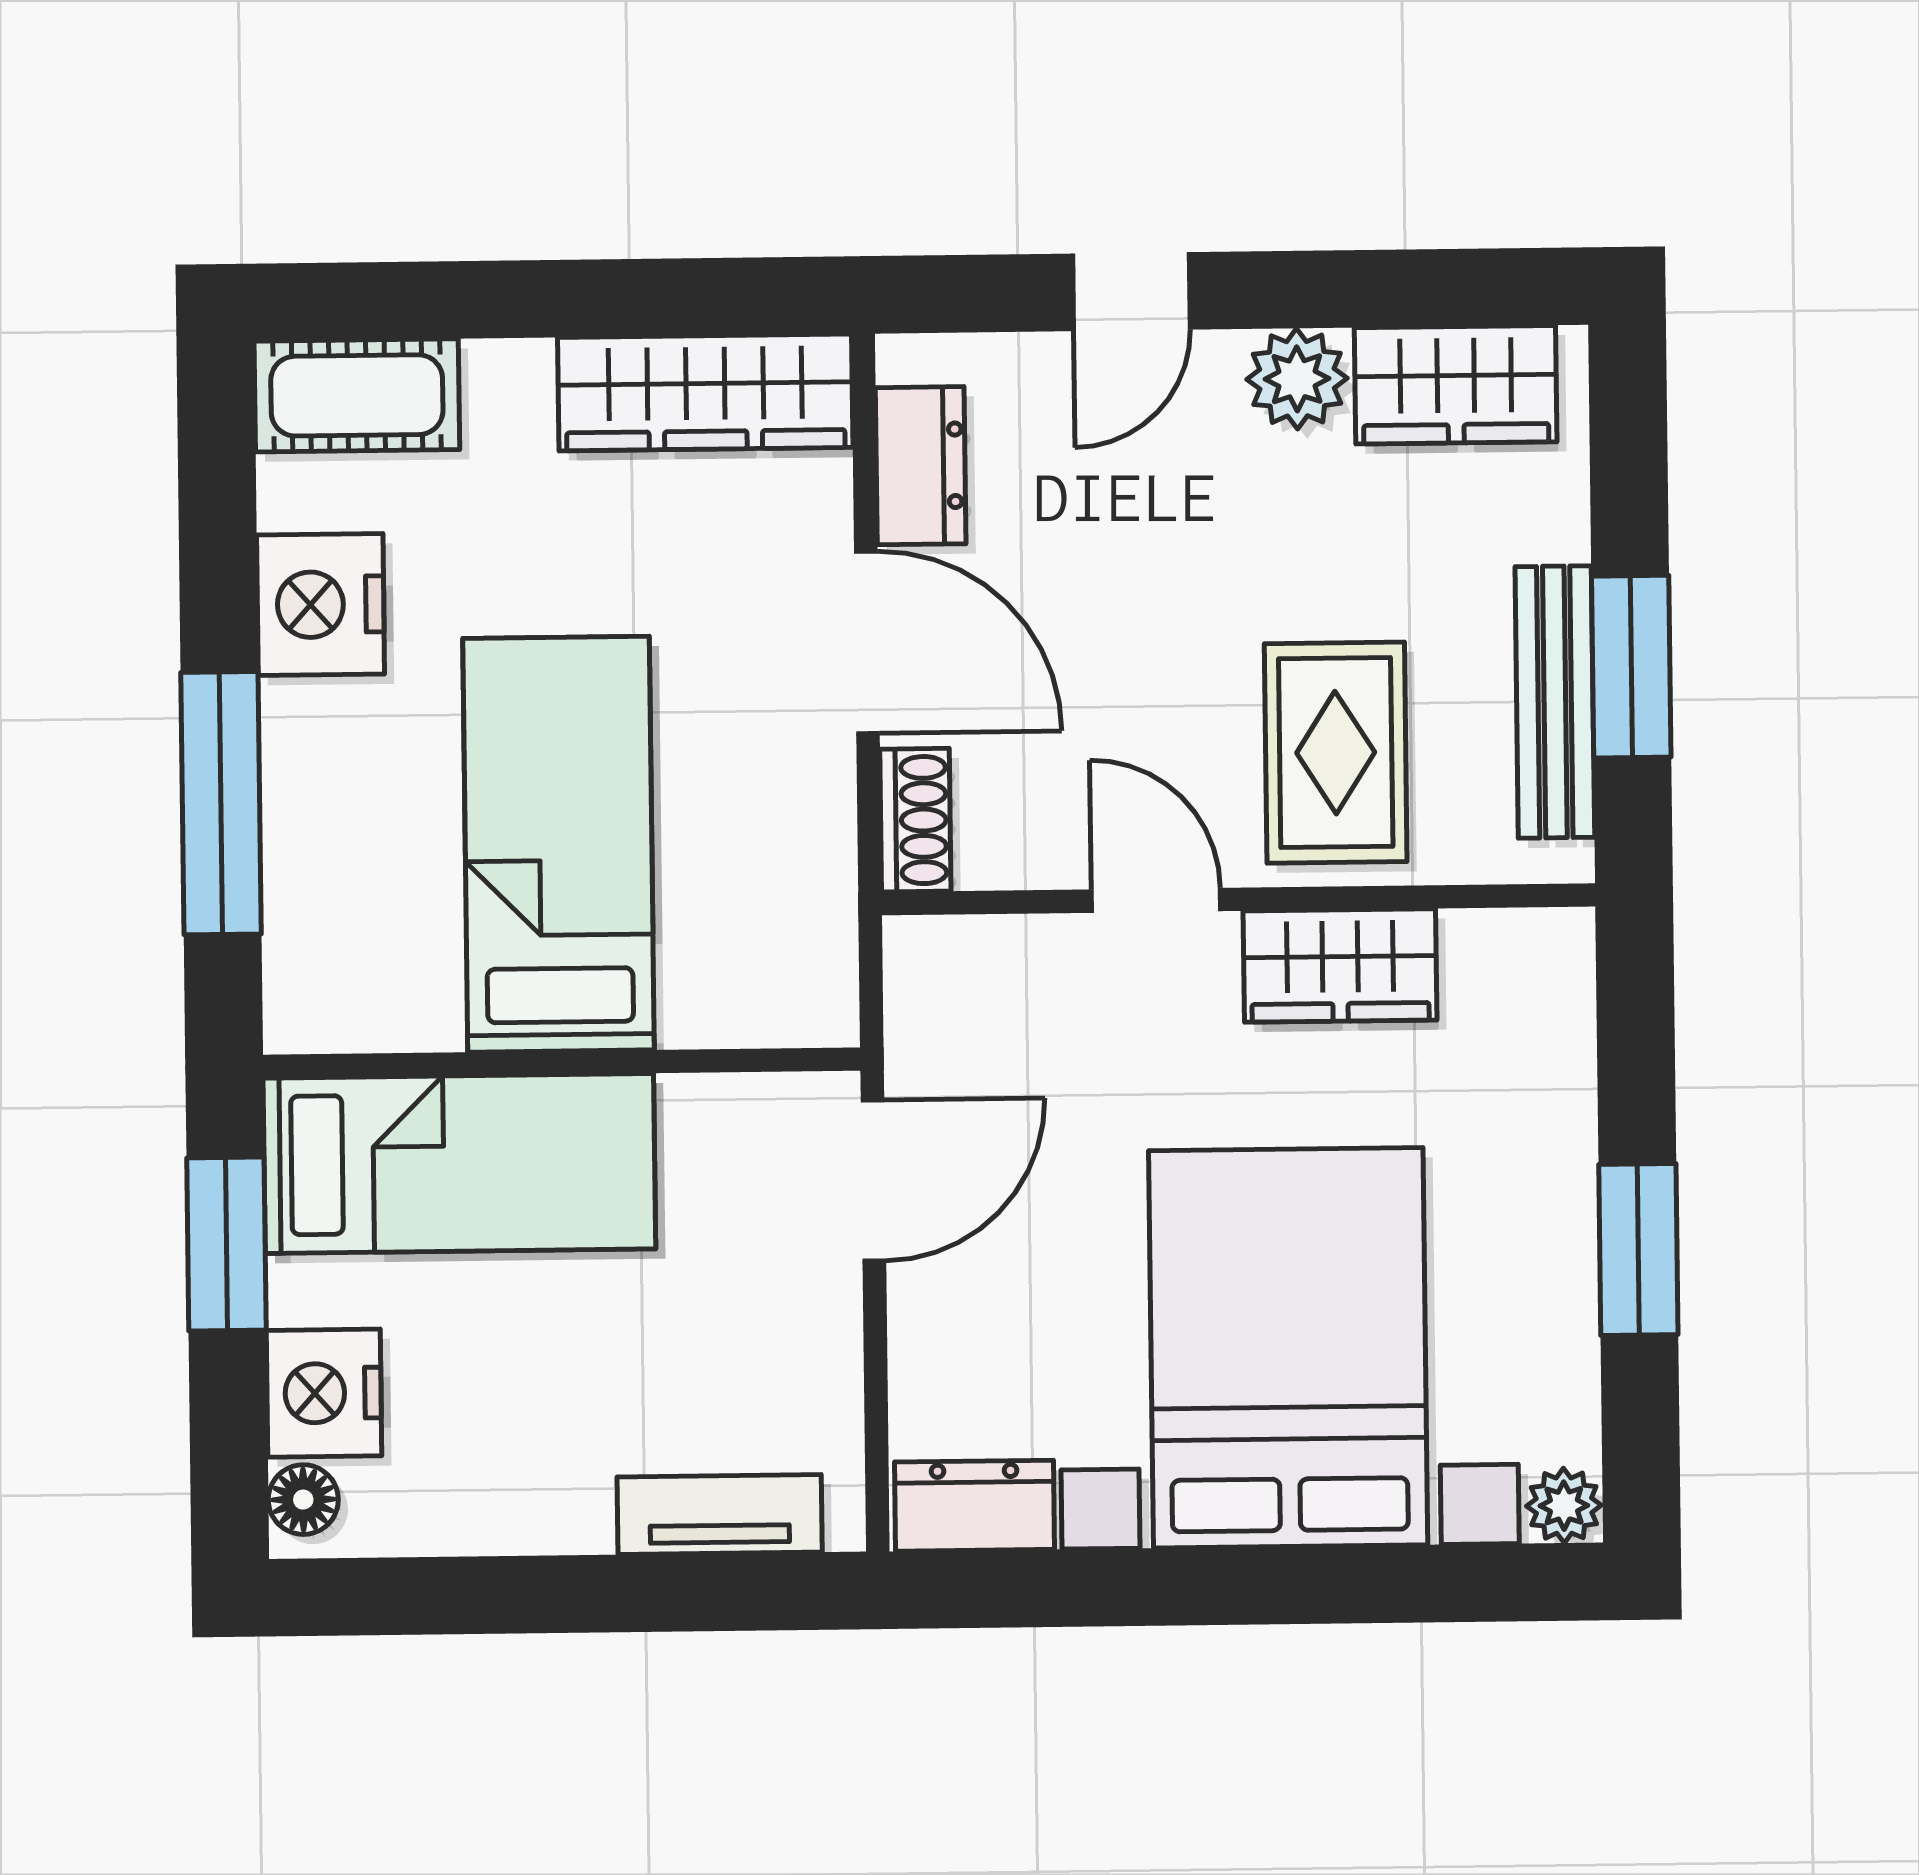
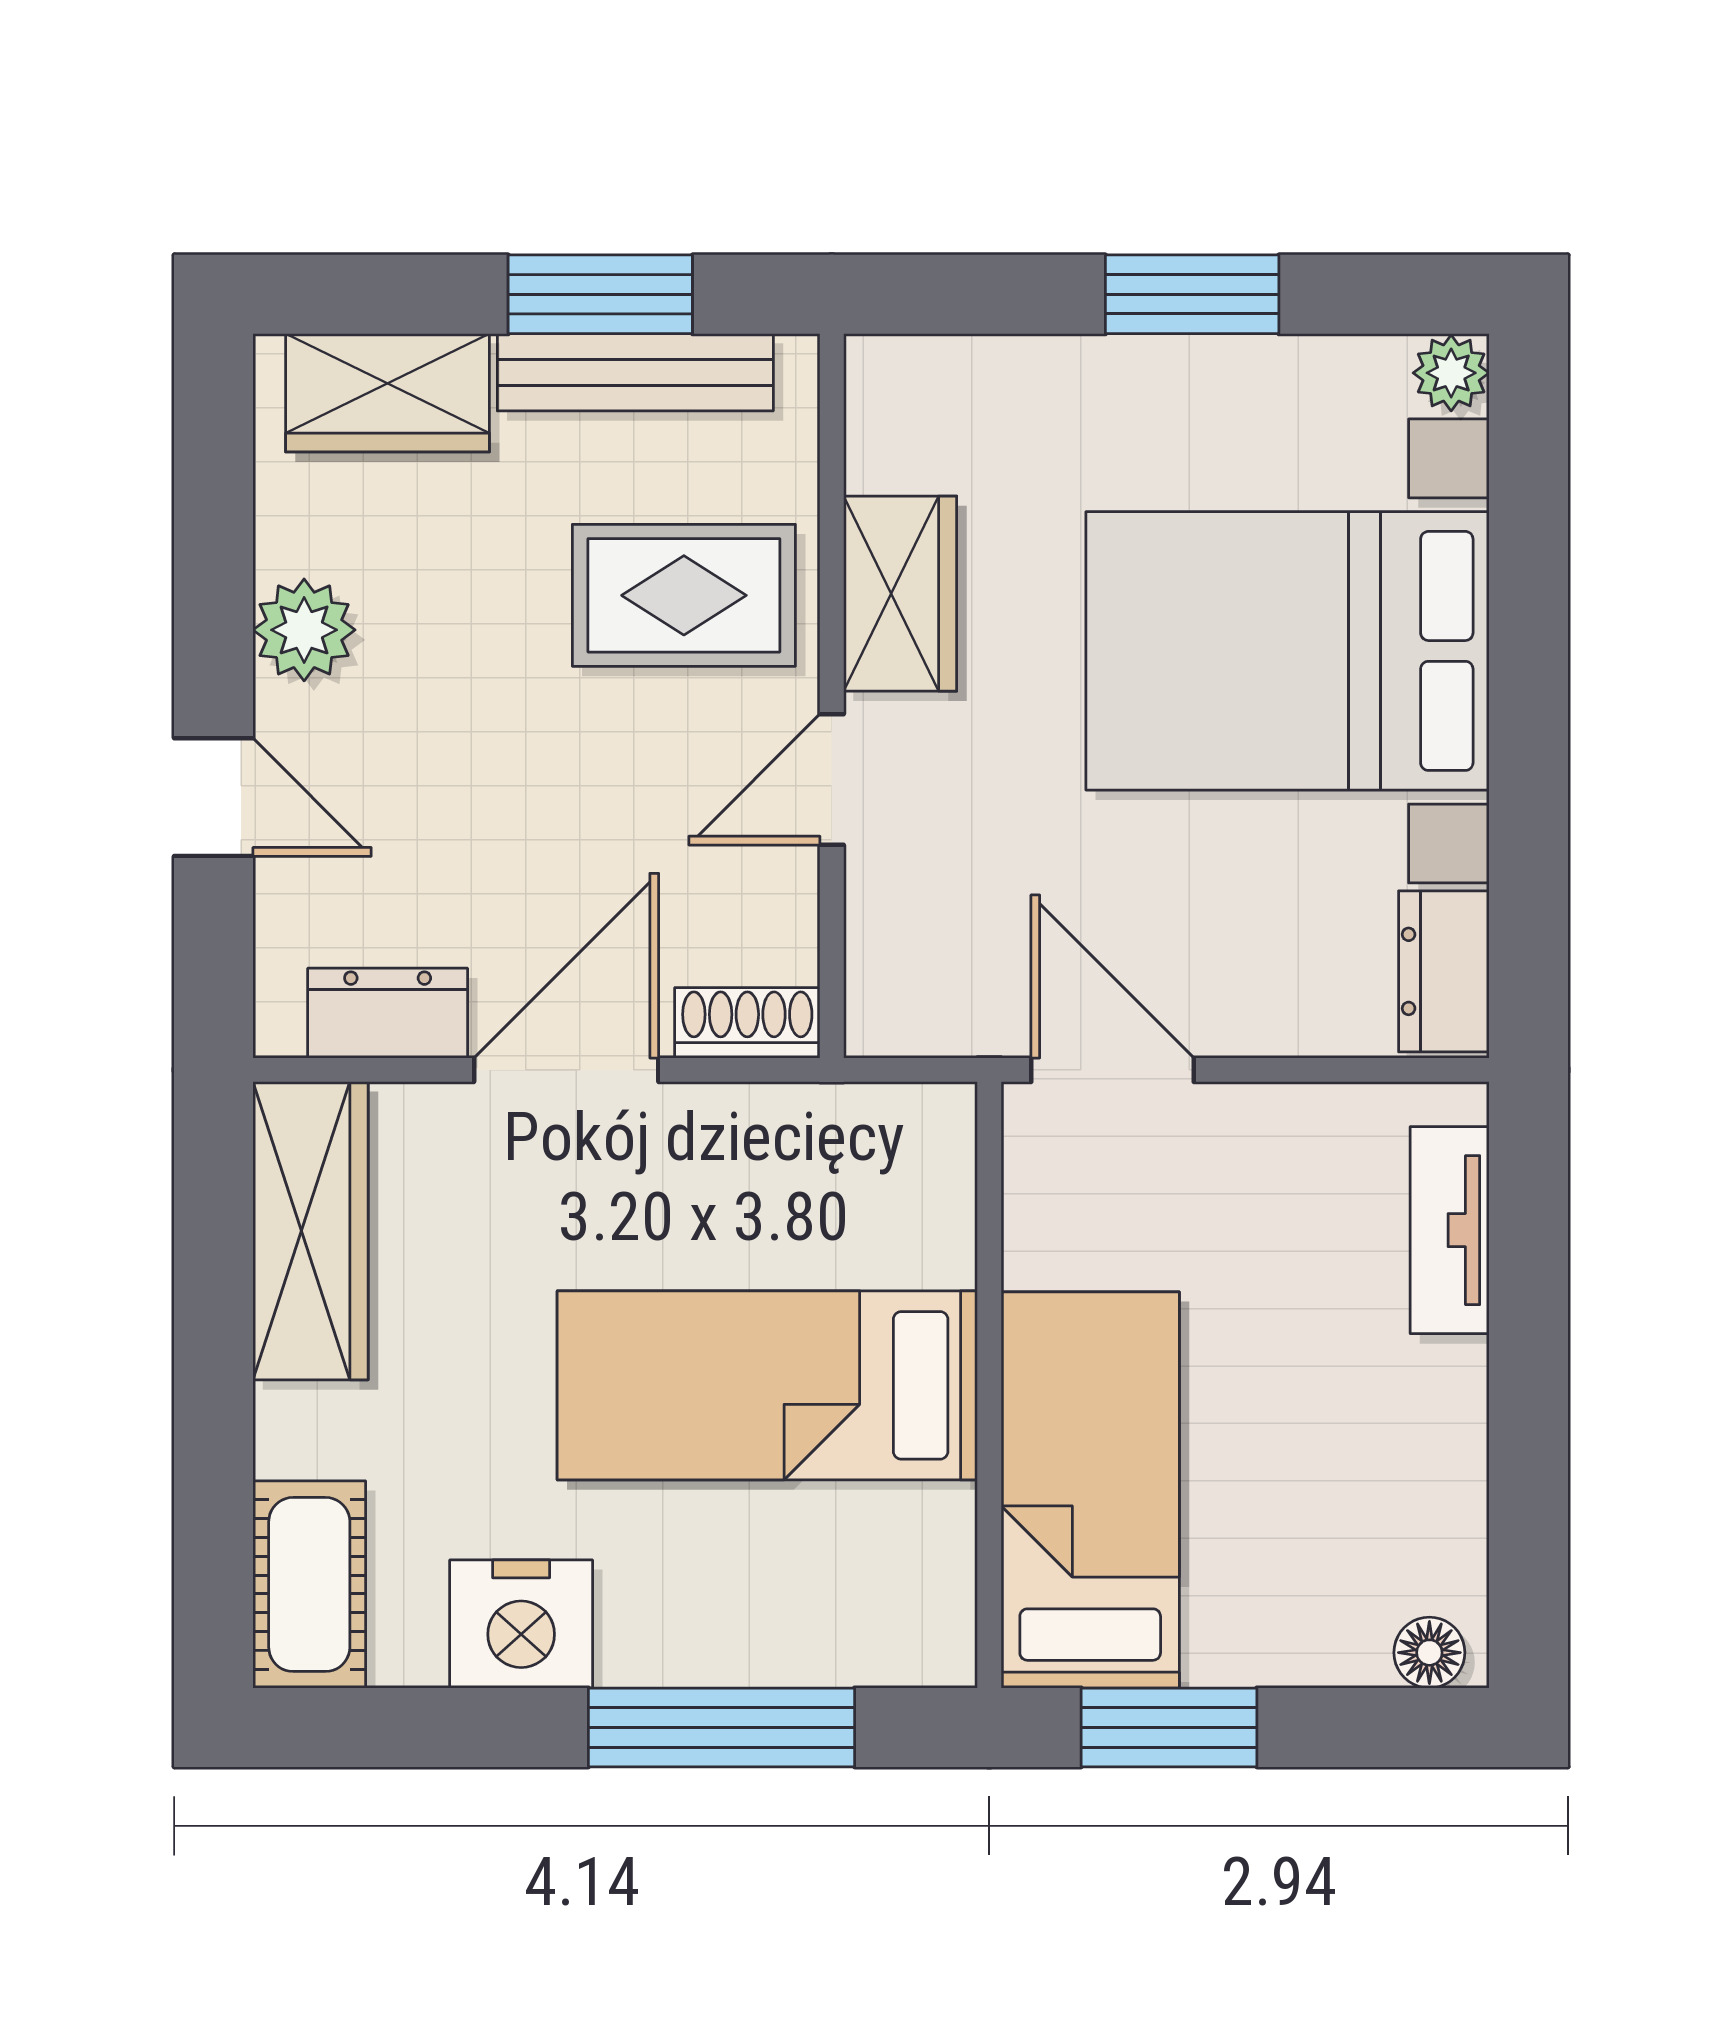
wardrobe: (1456, 385) -> (388, 393), moved, turned 90
nightstand: (324, 1393) -> (1322, 1630), removed

